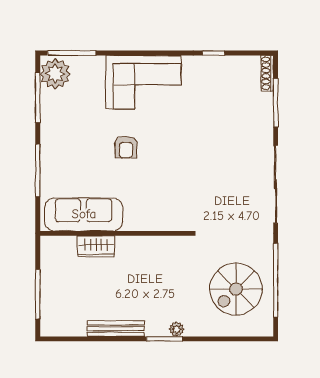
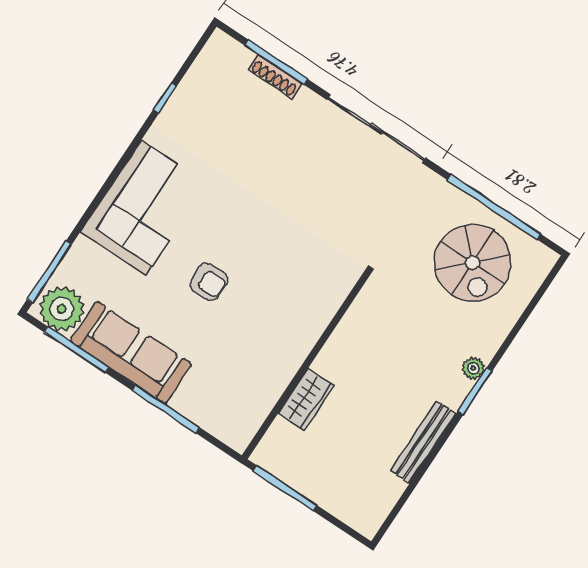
shoe rack: (267, 73) -> (275, 76), moved
sofa: (84, 214) -> (131, 352), moved, turned 90
window: (38, 294) -> (285, 488), moved

